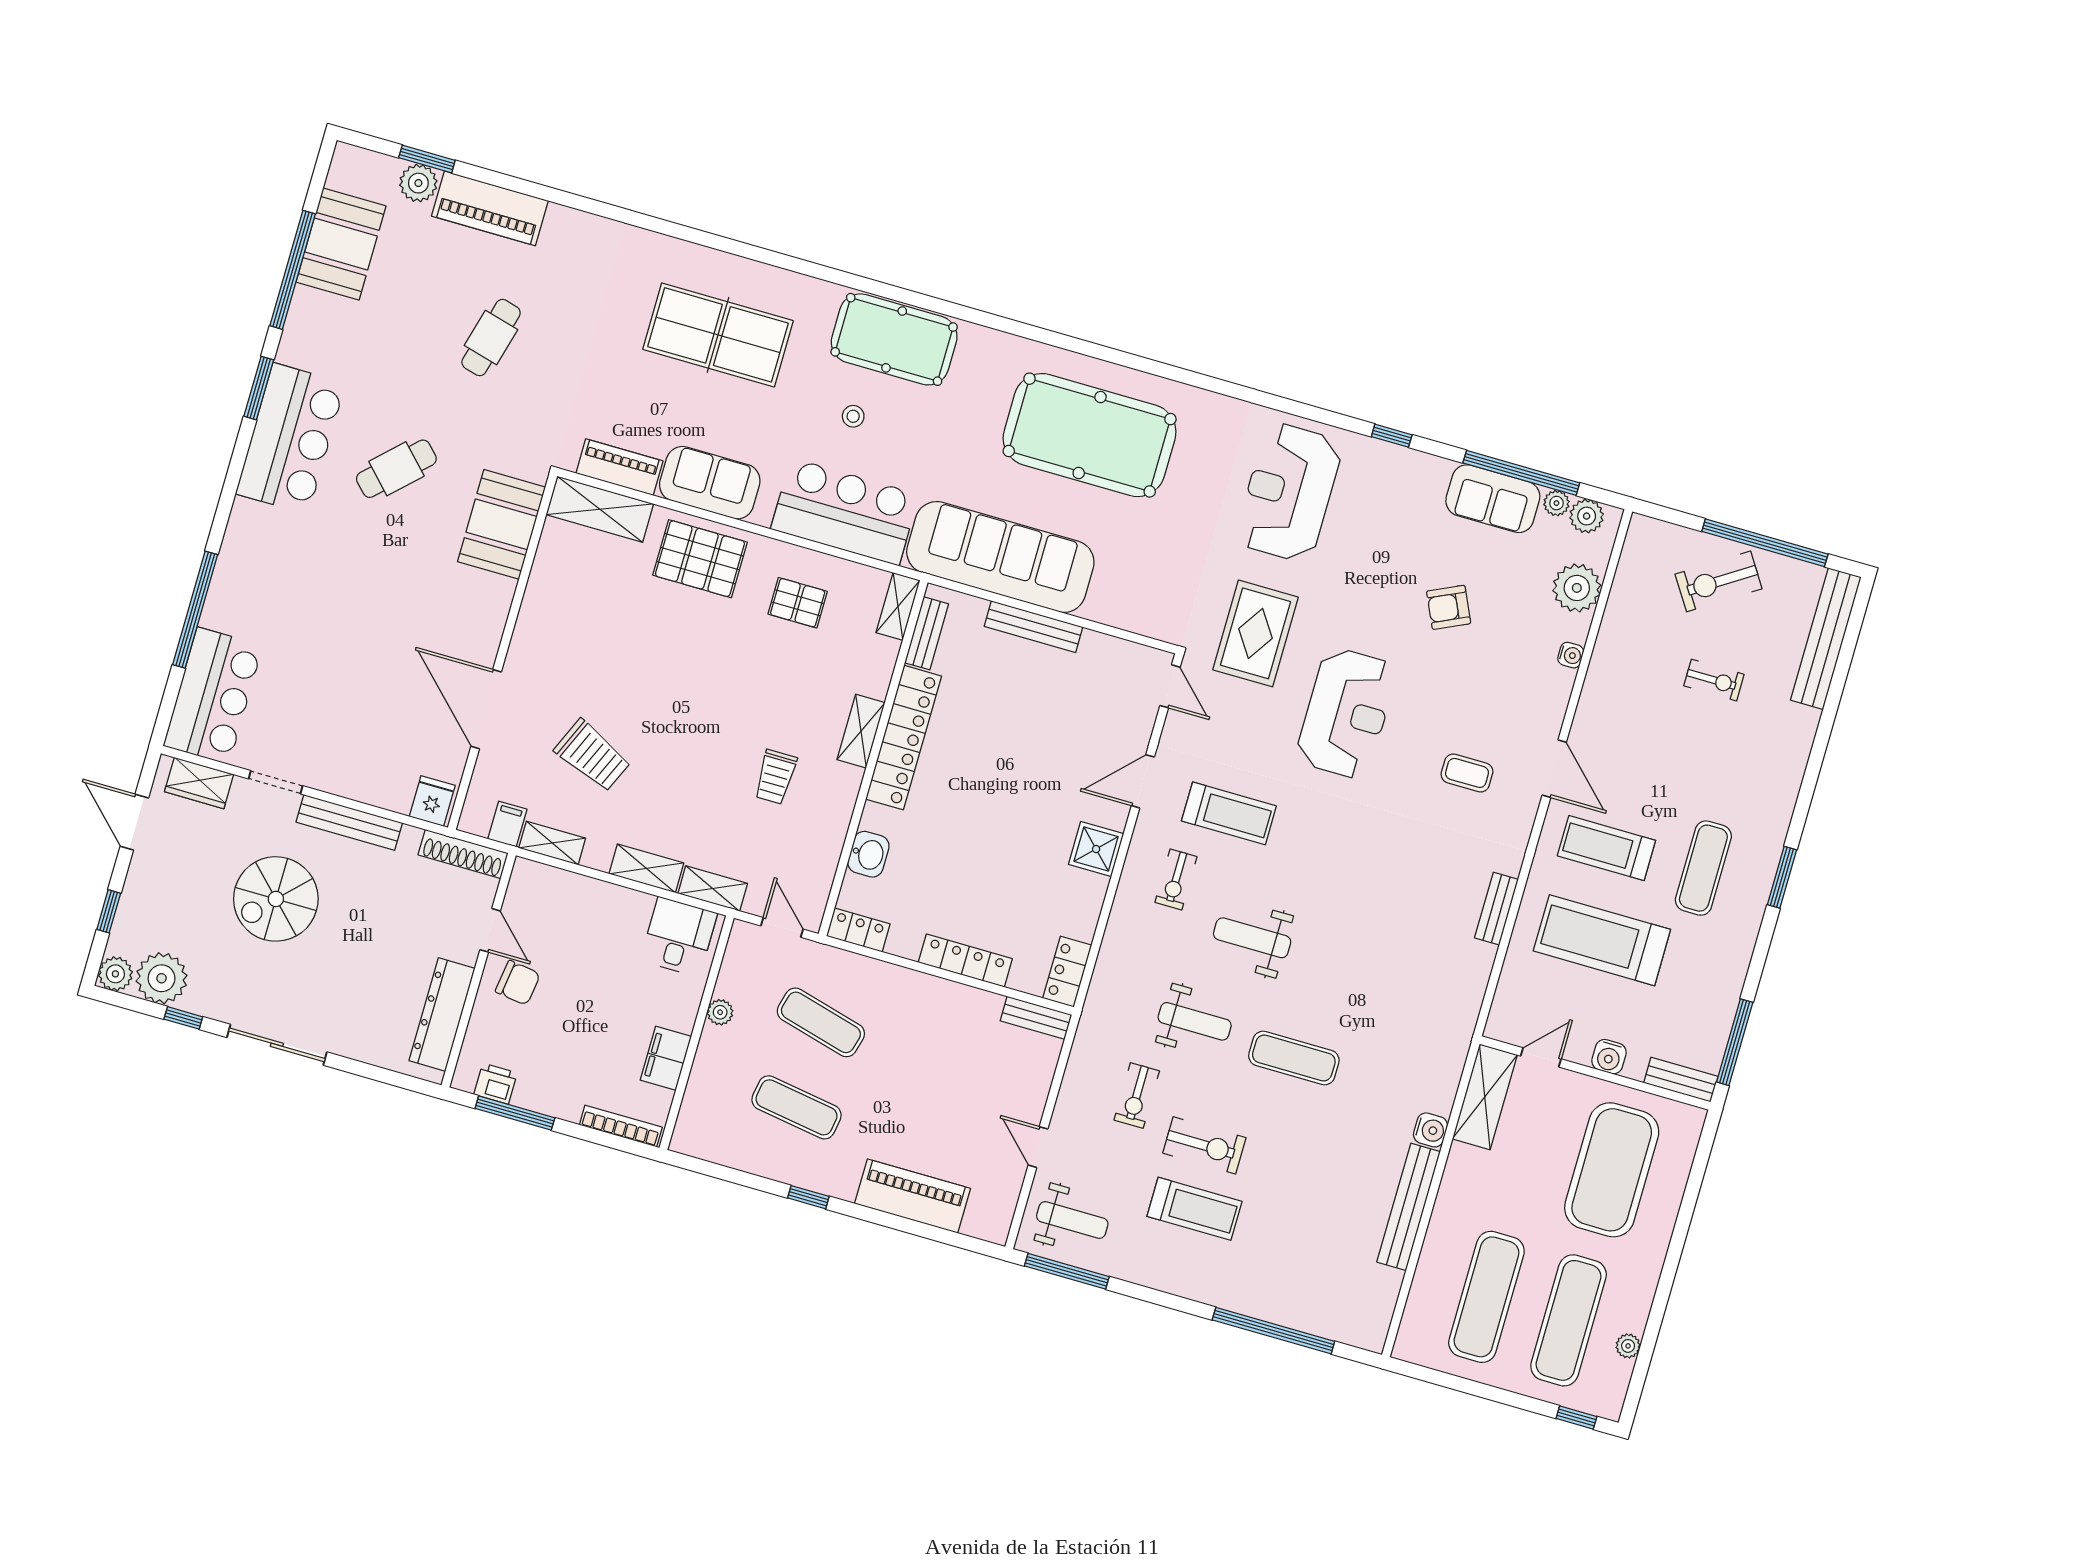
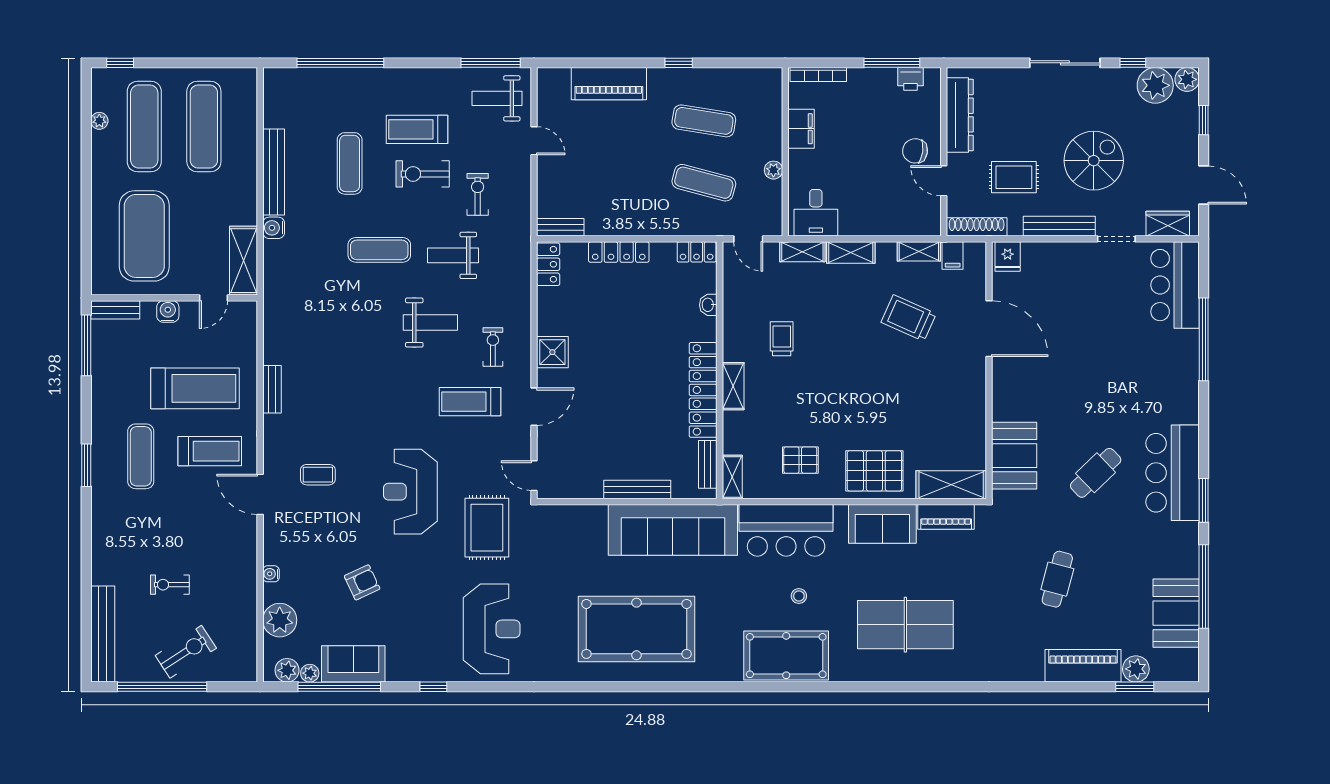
washbasin: (868, 854) -> (708, 305), width x0.72, depth x0.69
rug: (392, 908) -> (1014, 177), added
exercise mat: (1301, 1189) -> (350, 163), added

